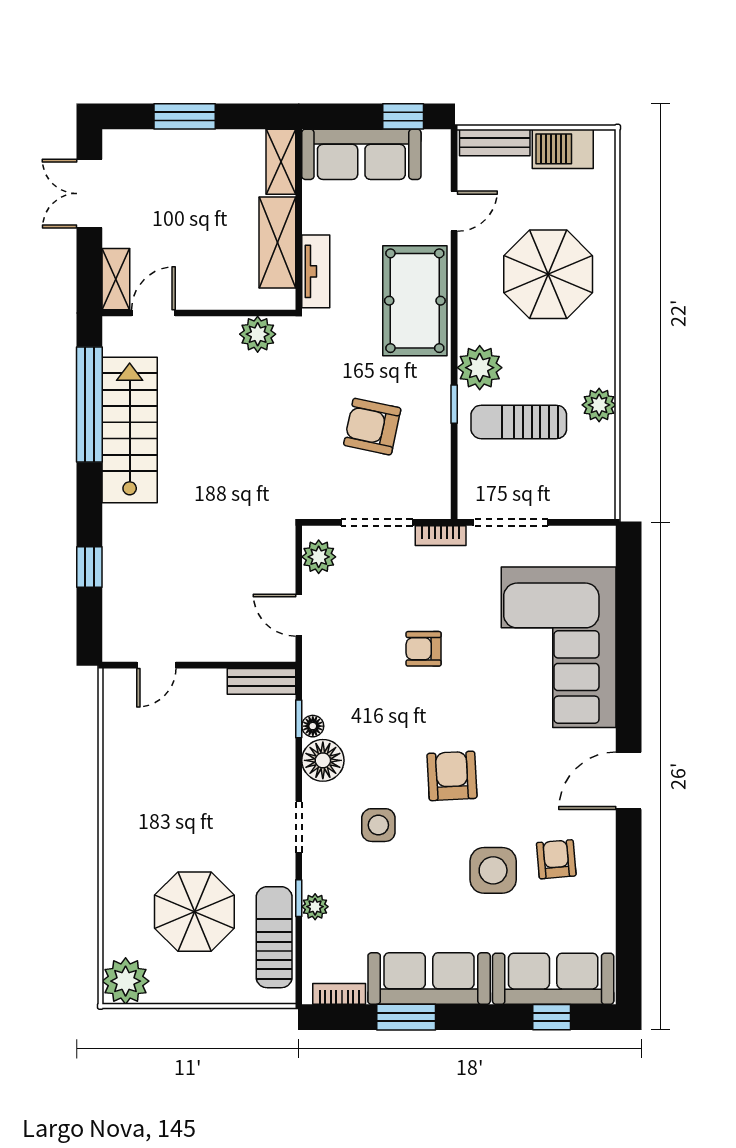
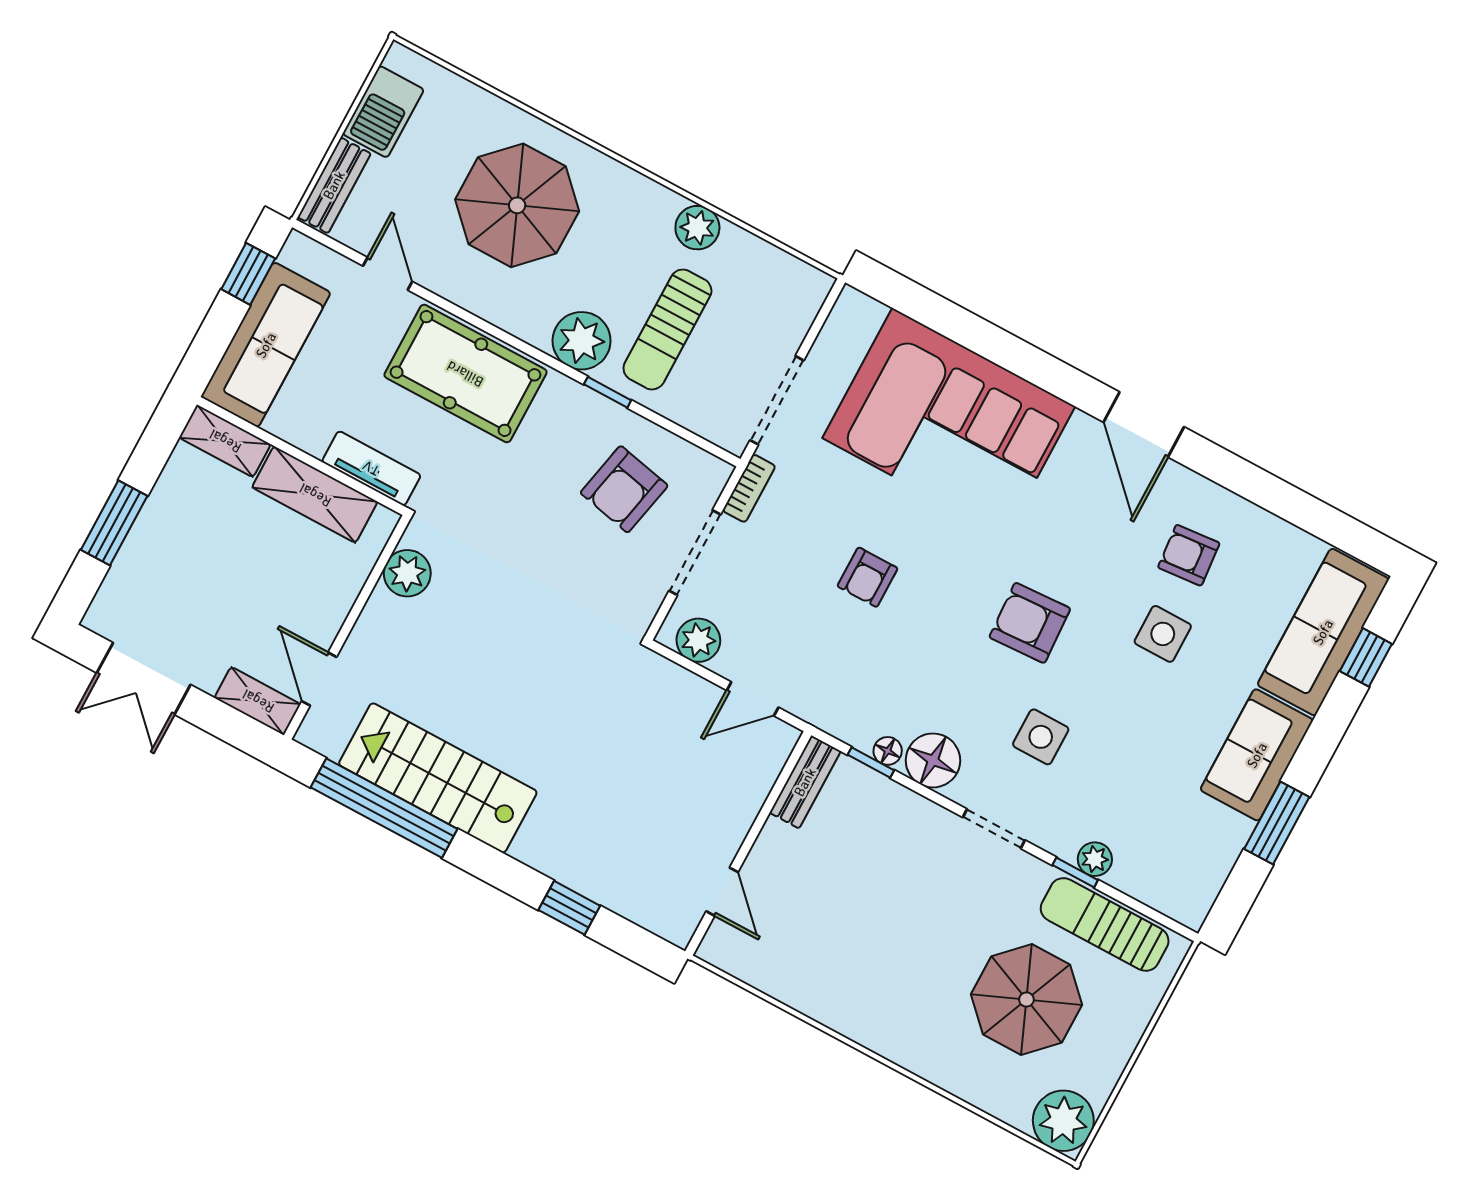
armchair: (372, 427) -> (624, 489), moved
side table: (493, 870) -> (1163, 634), width x0.73, depth x0.73
sofa: (429, 979) -> (1257, 755), width x0.73
bookcase: (339, 994) -> (1209, 885), removed

